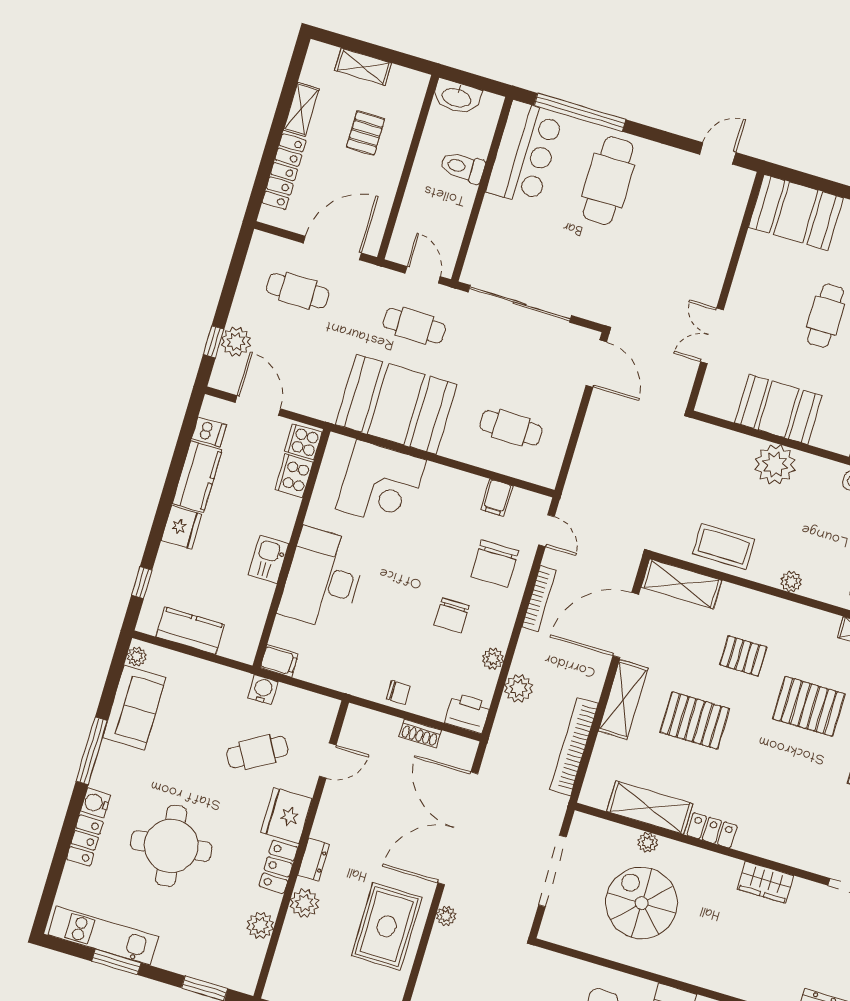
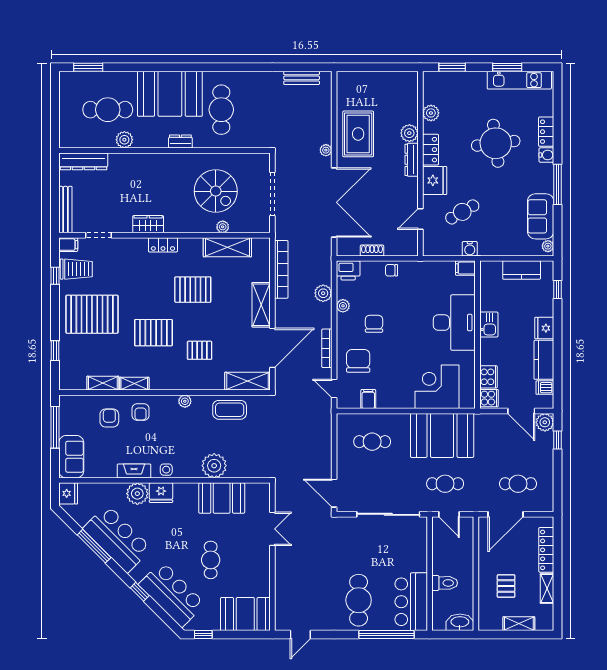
plant: (236, 342) -> (545, 422), moved
pallet: (695, 720) -> (193, 290), moved
locker: (712, 830) -> (163, 245), moved
dresser: (314, 860) -> (412, 160), width x1.44

